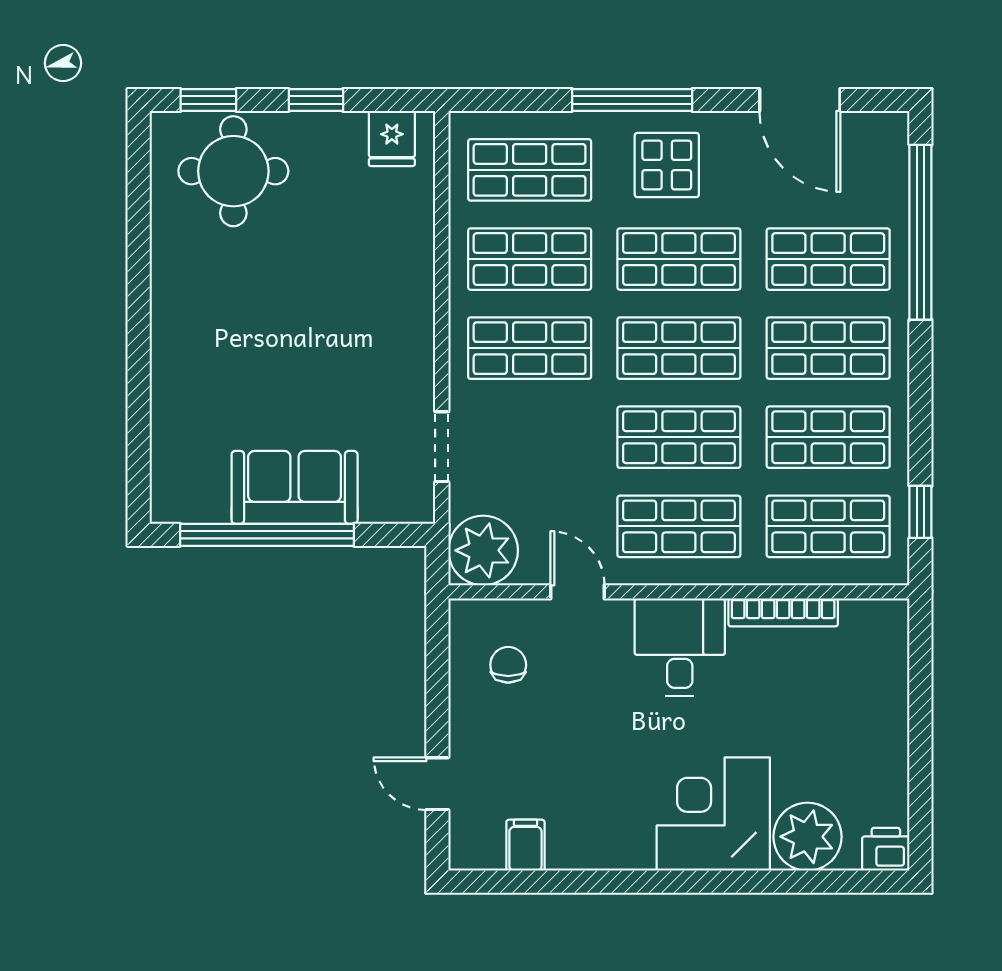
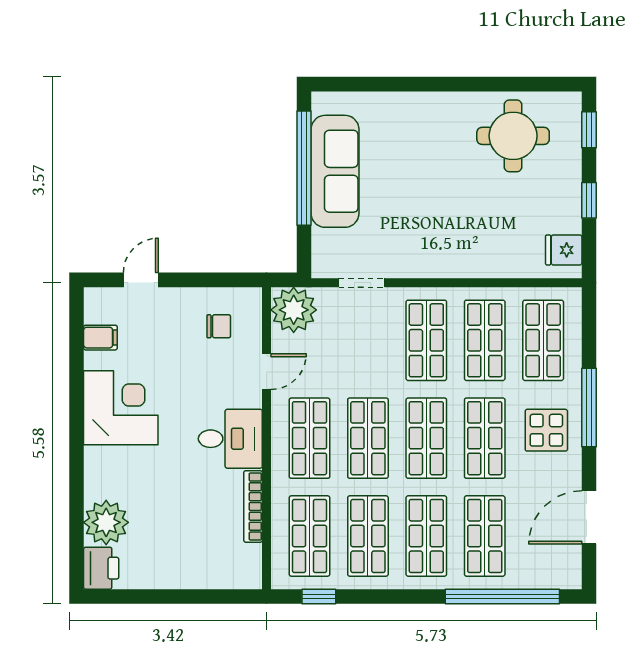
round table: (233, 171) -> (513, 136), moved
sofa: (295, 487) -> (335, 171), width x1.36
corner desk: (713, 814) -> (121, 408), moved
printer: (886, 849) -> (101, 568), width x1.36, depth x1.24

